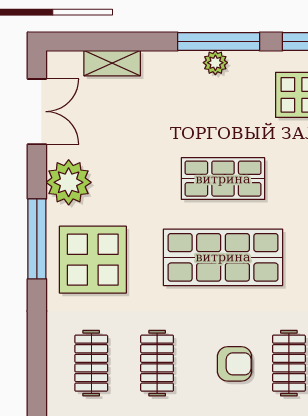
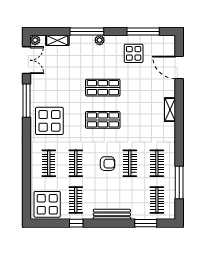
window: (219, 42) -> (87, 31), moved
plant: (69, 182) -> (35, 40), moved, width x0.53, depth x0.53
window: (37, 239) -> (26, 101), moved
shop shelf: (223, 257) -> (103, 120), width x0.70, depth x0.74

